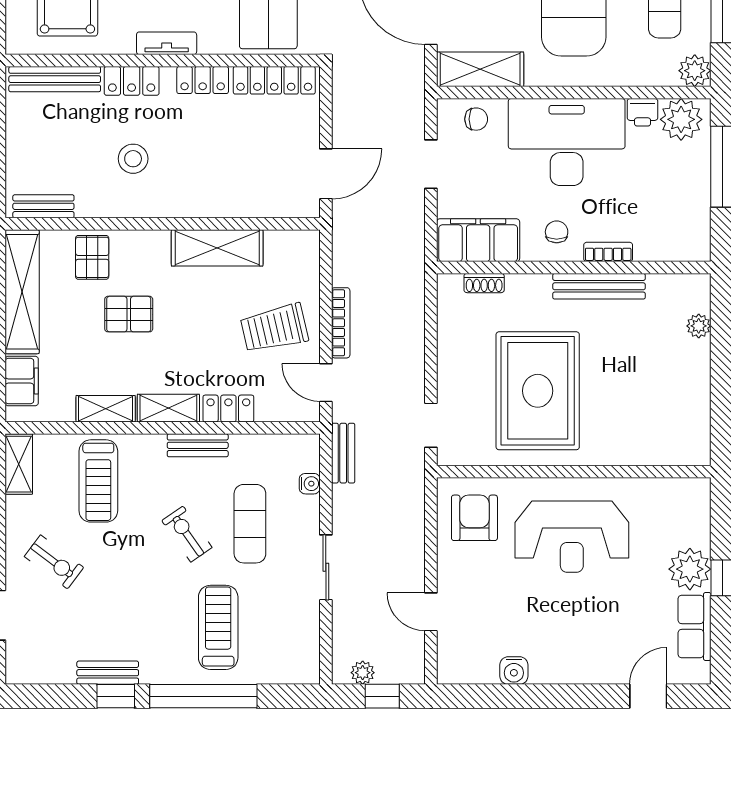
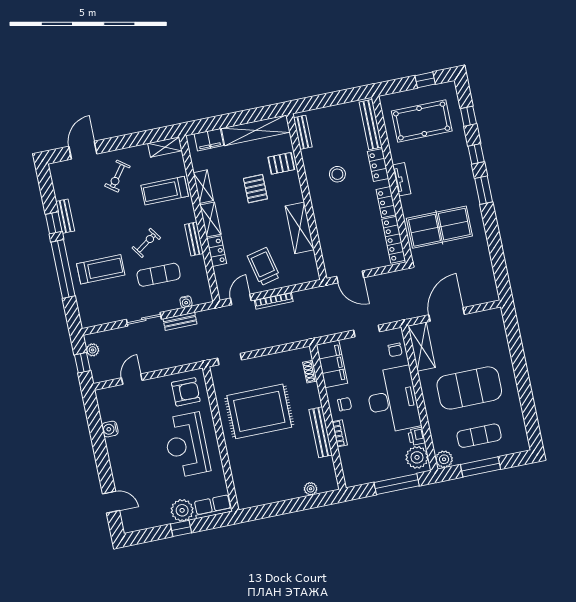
bench: (343, 453) -> (180, 321), moved
row of seats: (694, 626) -> (213, 507), moved

